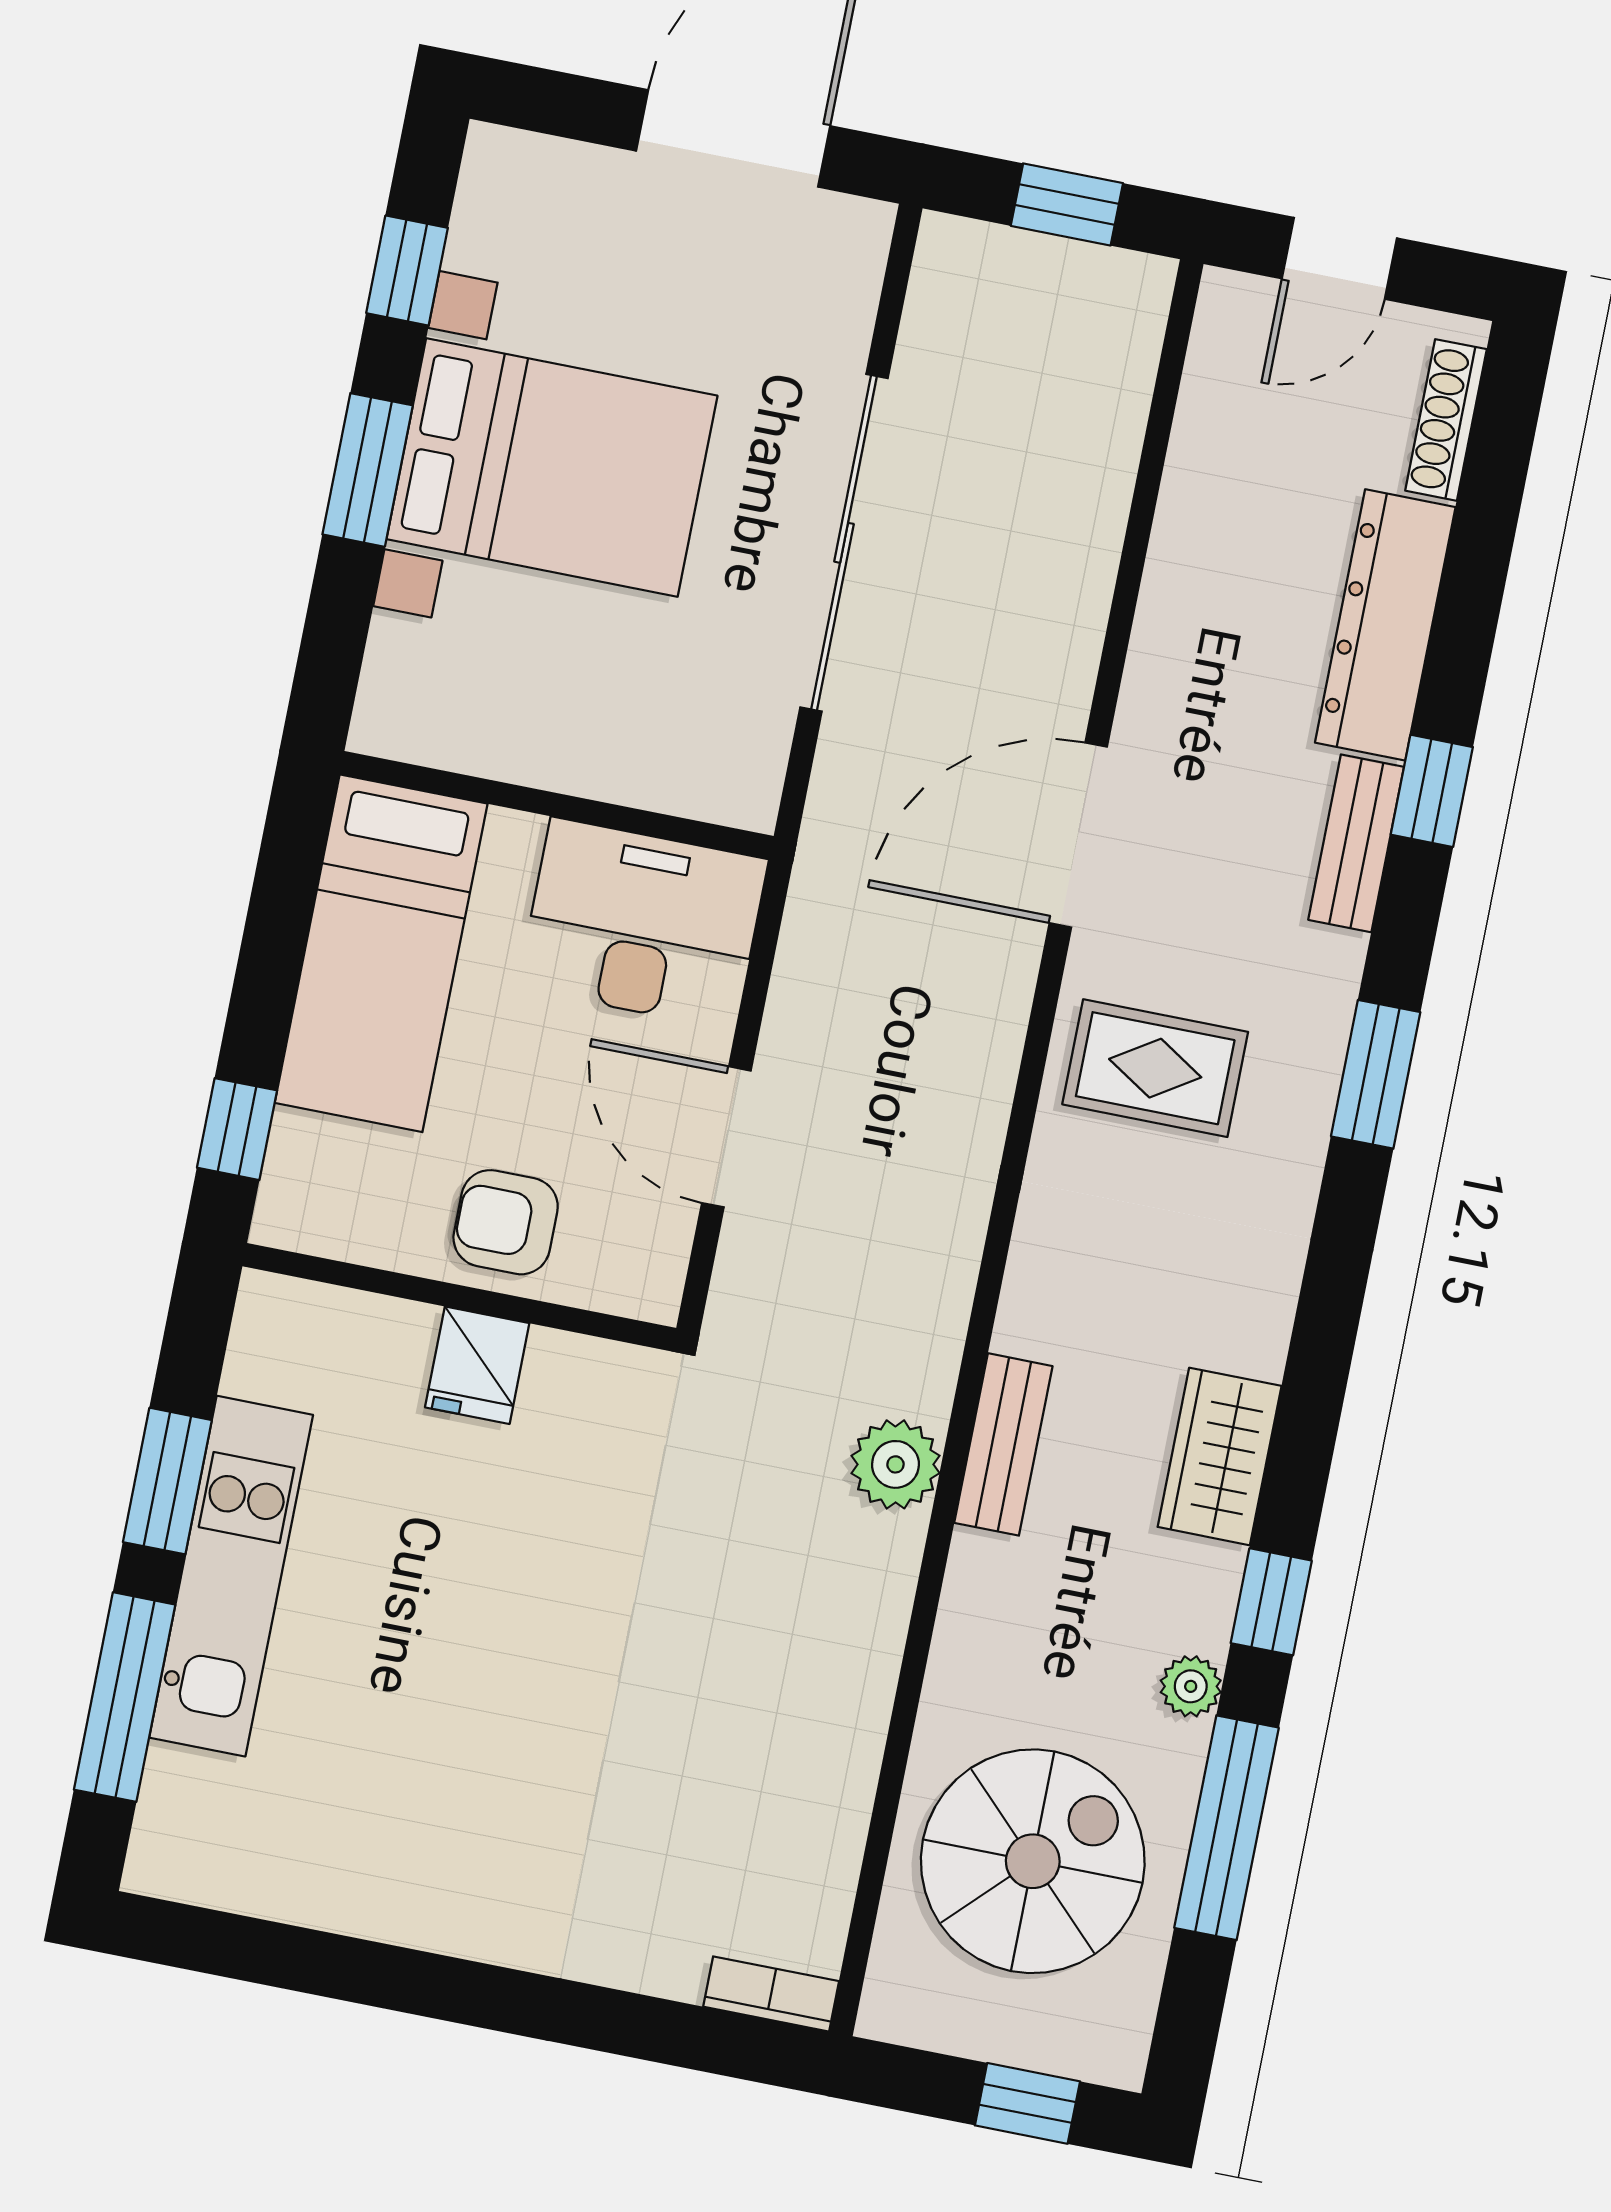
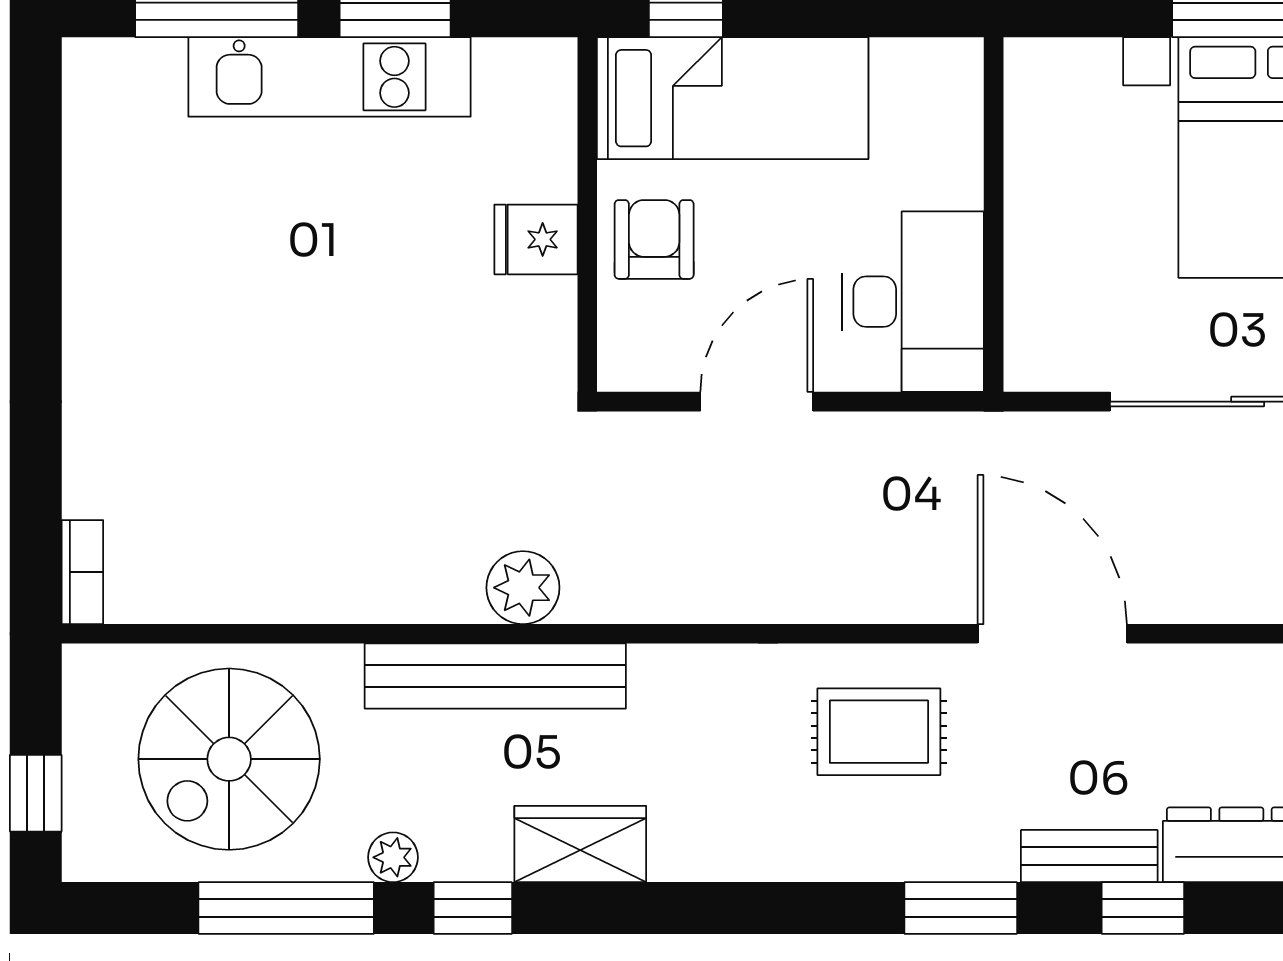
bed: (381, 953) -> (733, 98), moved, turned 180
rug: (1155, 1068) -> (879, 732), turned 90
window: (1376, 1074) -> (961, 908), moved
bench: (1003, 1444) -> (495, 676), width x1.86, depth x1.21
spiral stairs: (1033, 1861) -> (229, 759), turned 90

